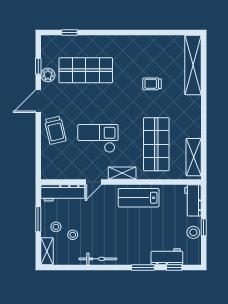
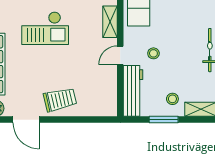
checkout: (98, 138) -> (45, 28), moved, turned -90
door: (93, 182) -> (120, 55), swing flipped
stool: (73, 235) -> (153, 53), moved

